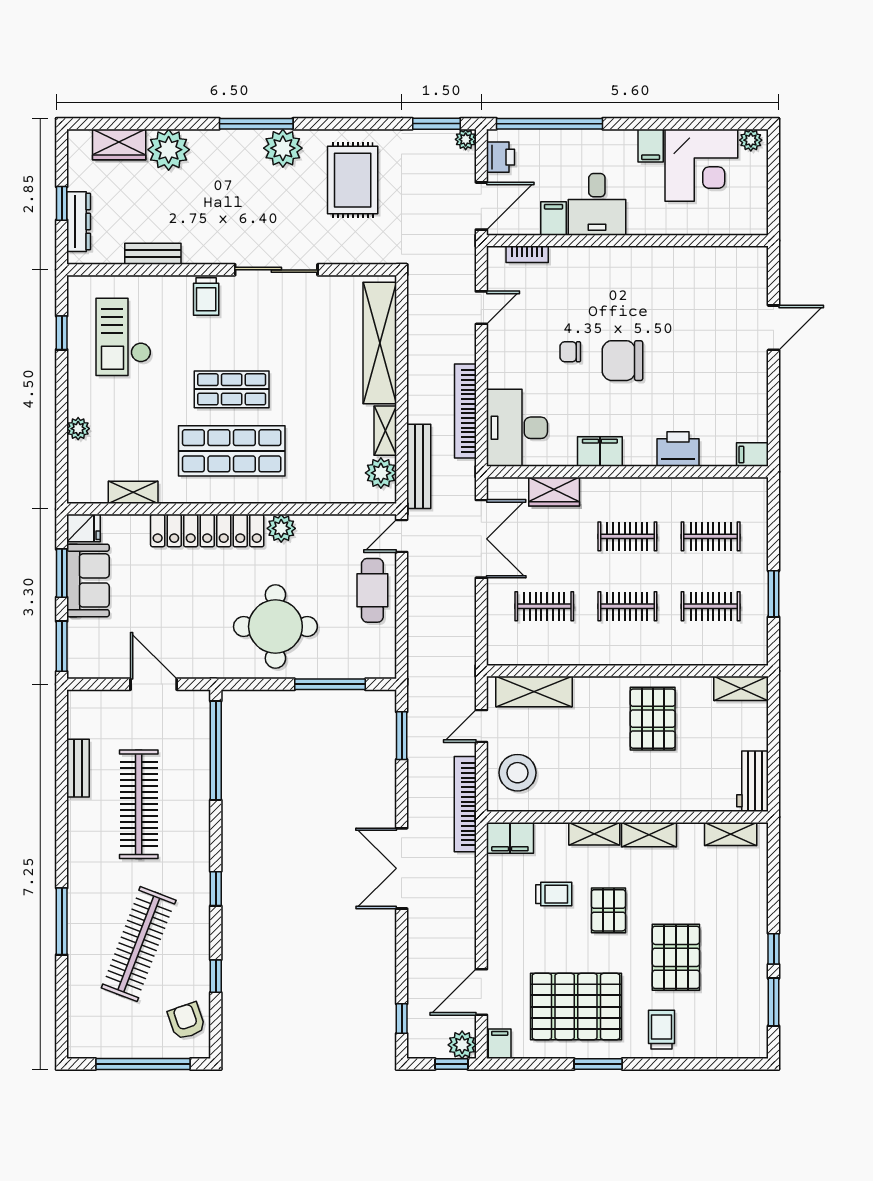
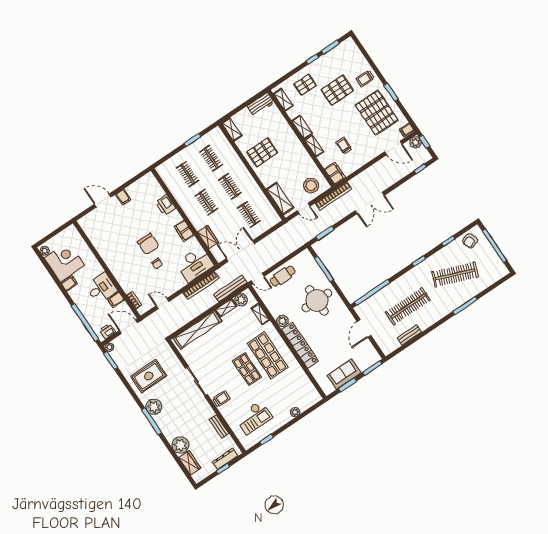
filing cabinet: (752, 455) -> (123, 197), moved
shelving: (133, 492) -> (260, 314), moved
fridge: (83, 528) -> (327, 388), removed
pallet: (608, 910) -> (305, 85), moved

